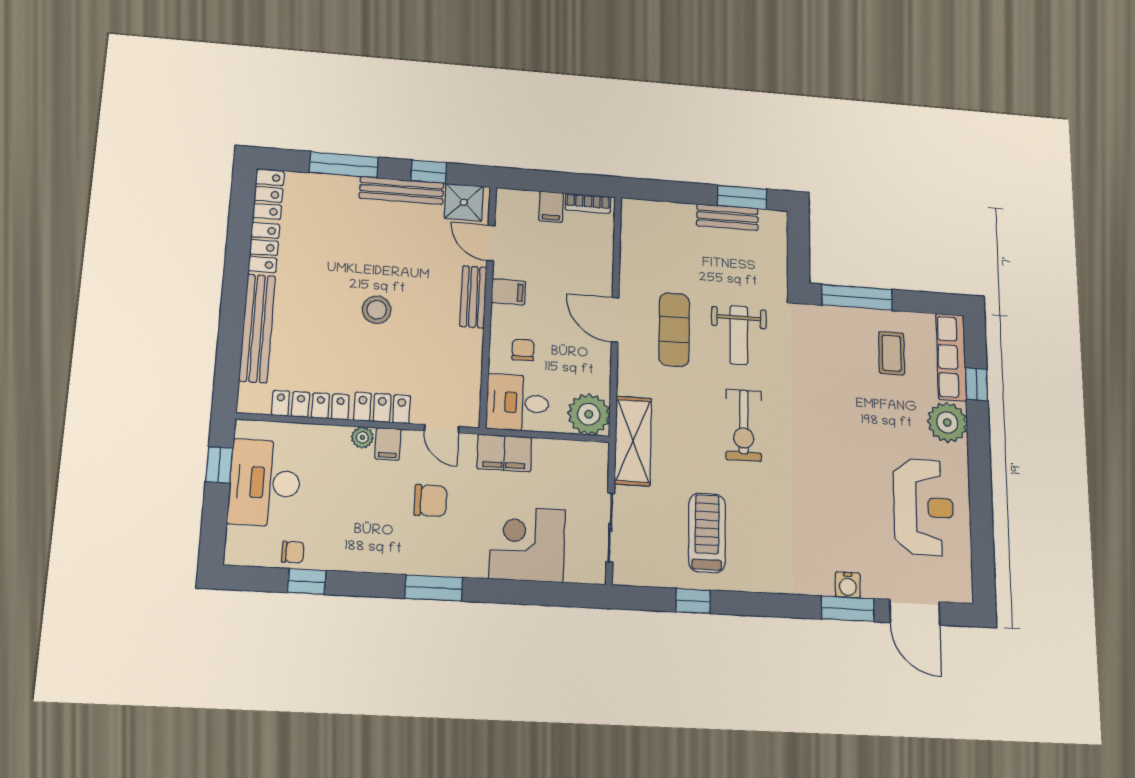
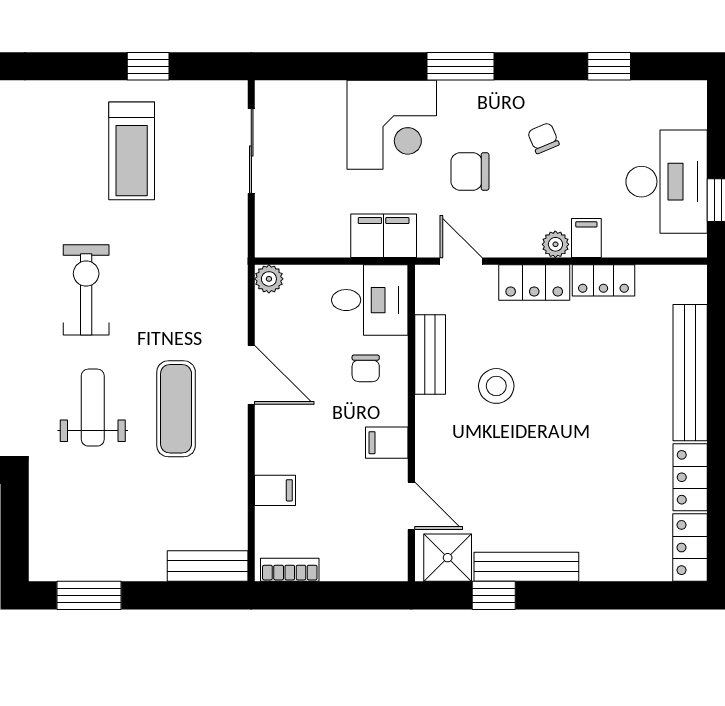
window: (344, 165) -> (600, 595), removed
filing cabinet: (551, 207) -> (275, 490), moved, turned 90
bench: (727, 217) -> (208, 566), moved
bench: (473, 297) -> (430, 355), moved
stool: (377, 310) -> (496, 386), moved
door: (615, 320) -> (251, 375), moved
locker: (310, 405) -> (603, 280), width x0.66
plant: (589, 414) -> (269, 279), width x0.53, depth x0.53
shelving: (633, 441) -> (226, 261), removed
filing cabinet: (388, 444) -> (586, 238), moved
corner desk: (527, 544) -> (392, 125), moved
chair: (293, 552) -> (543, 138), moved, turned 67

